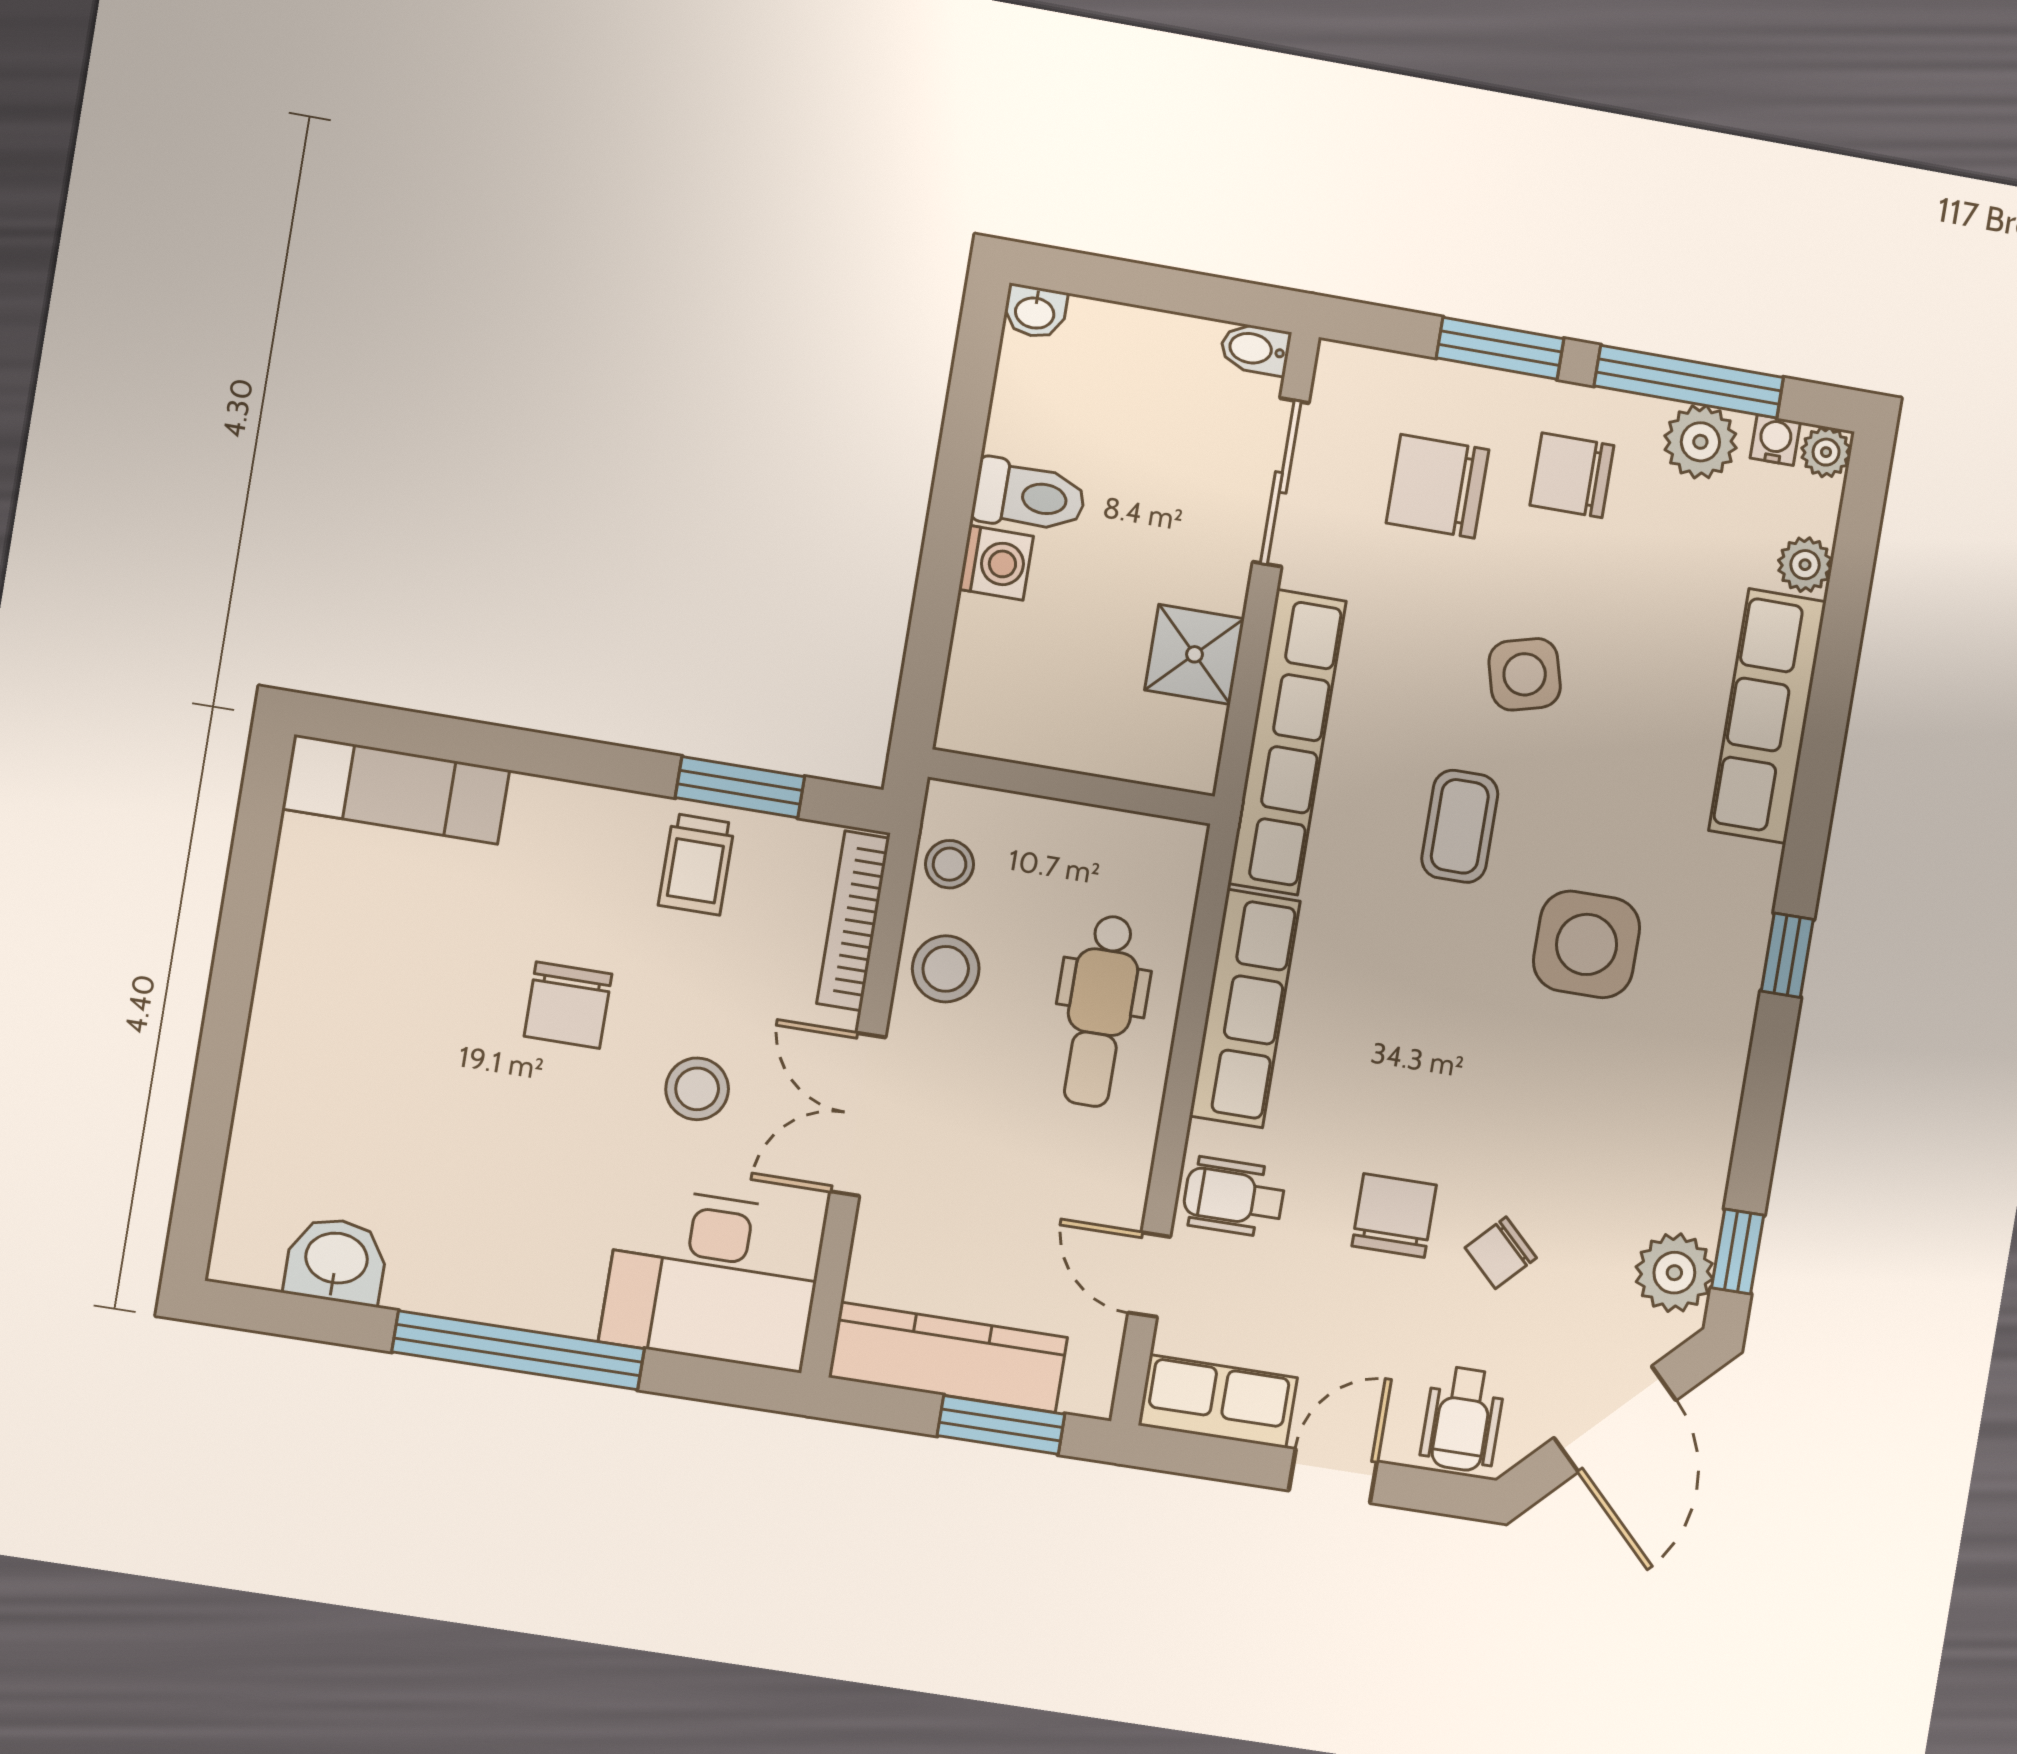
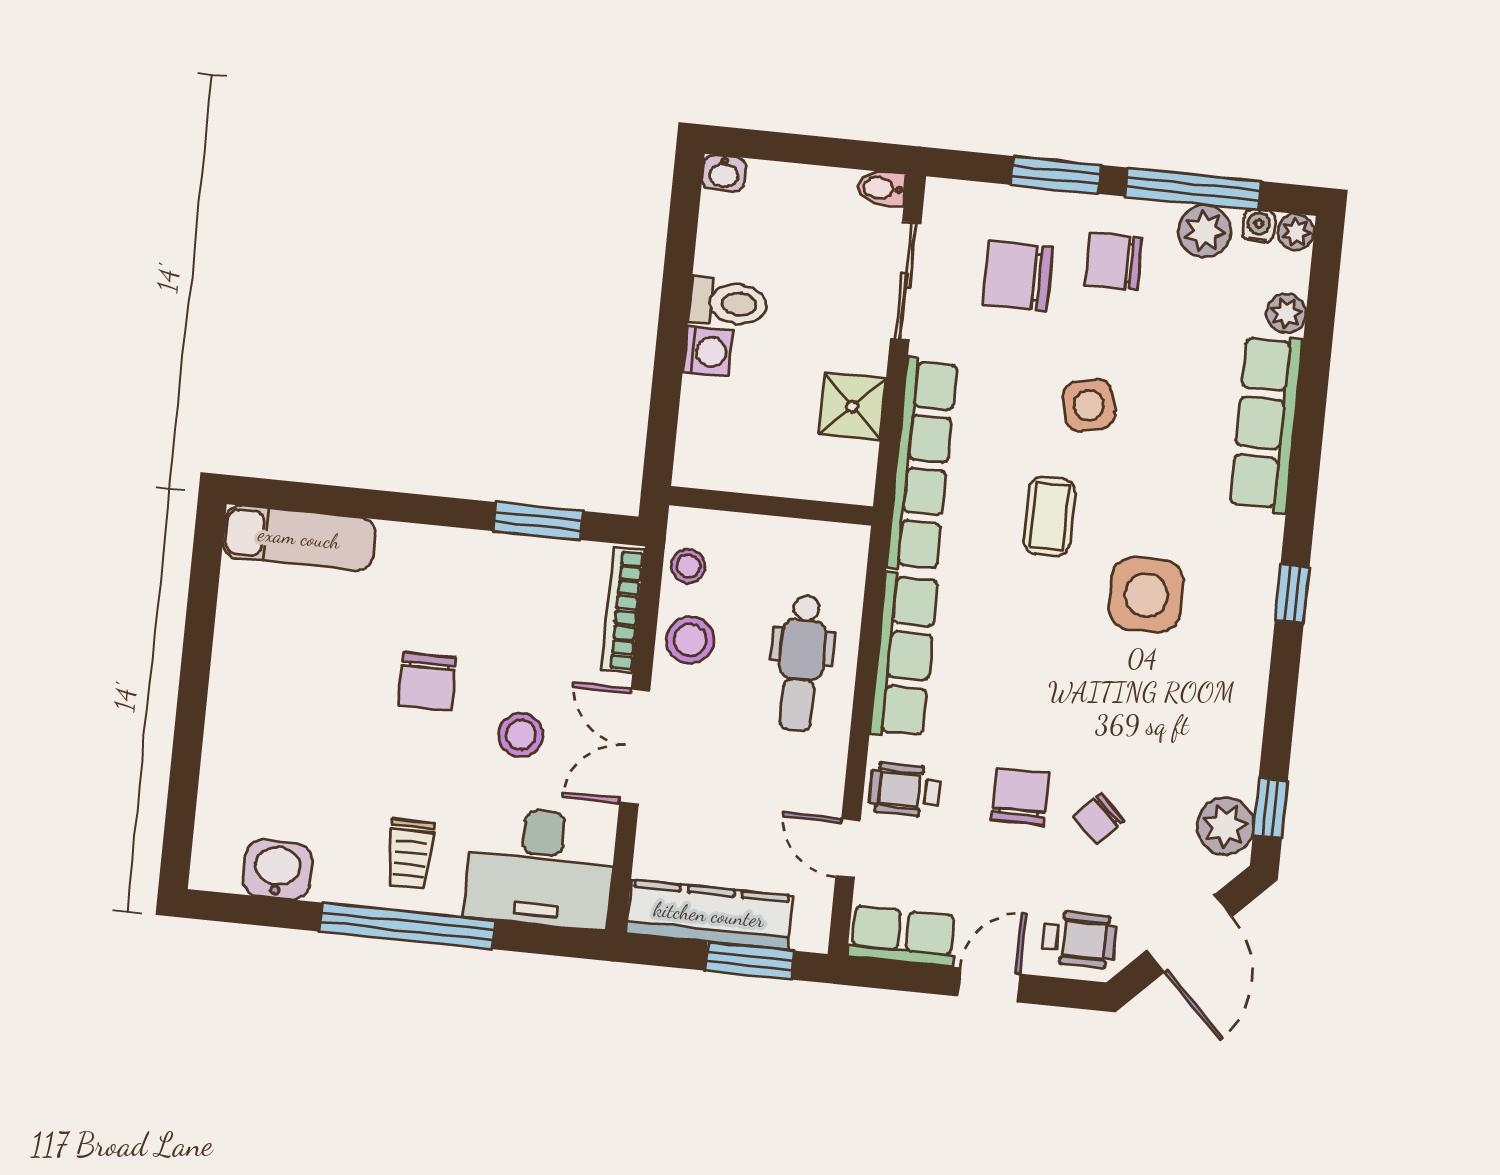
trolley: (697, 864) -> (410, 854), moved
wheelchair: (1462, 1419) -> (1079, 939), turned -90

